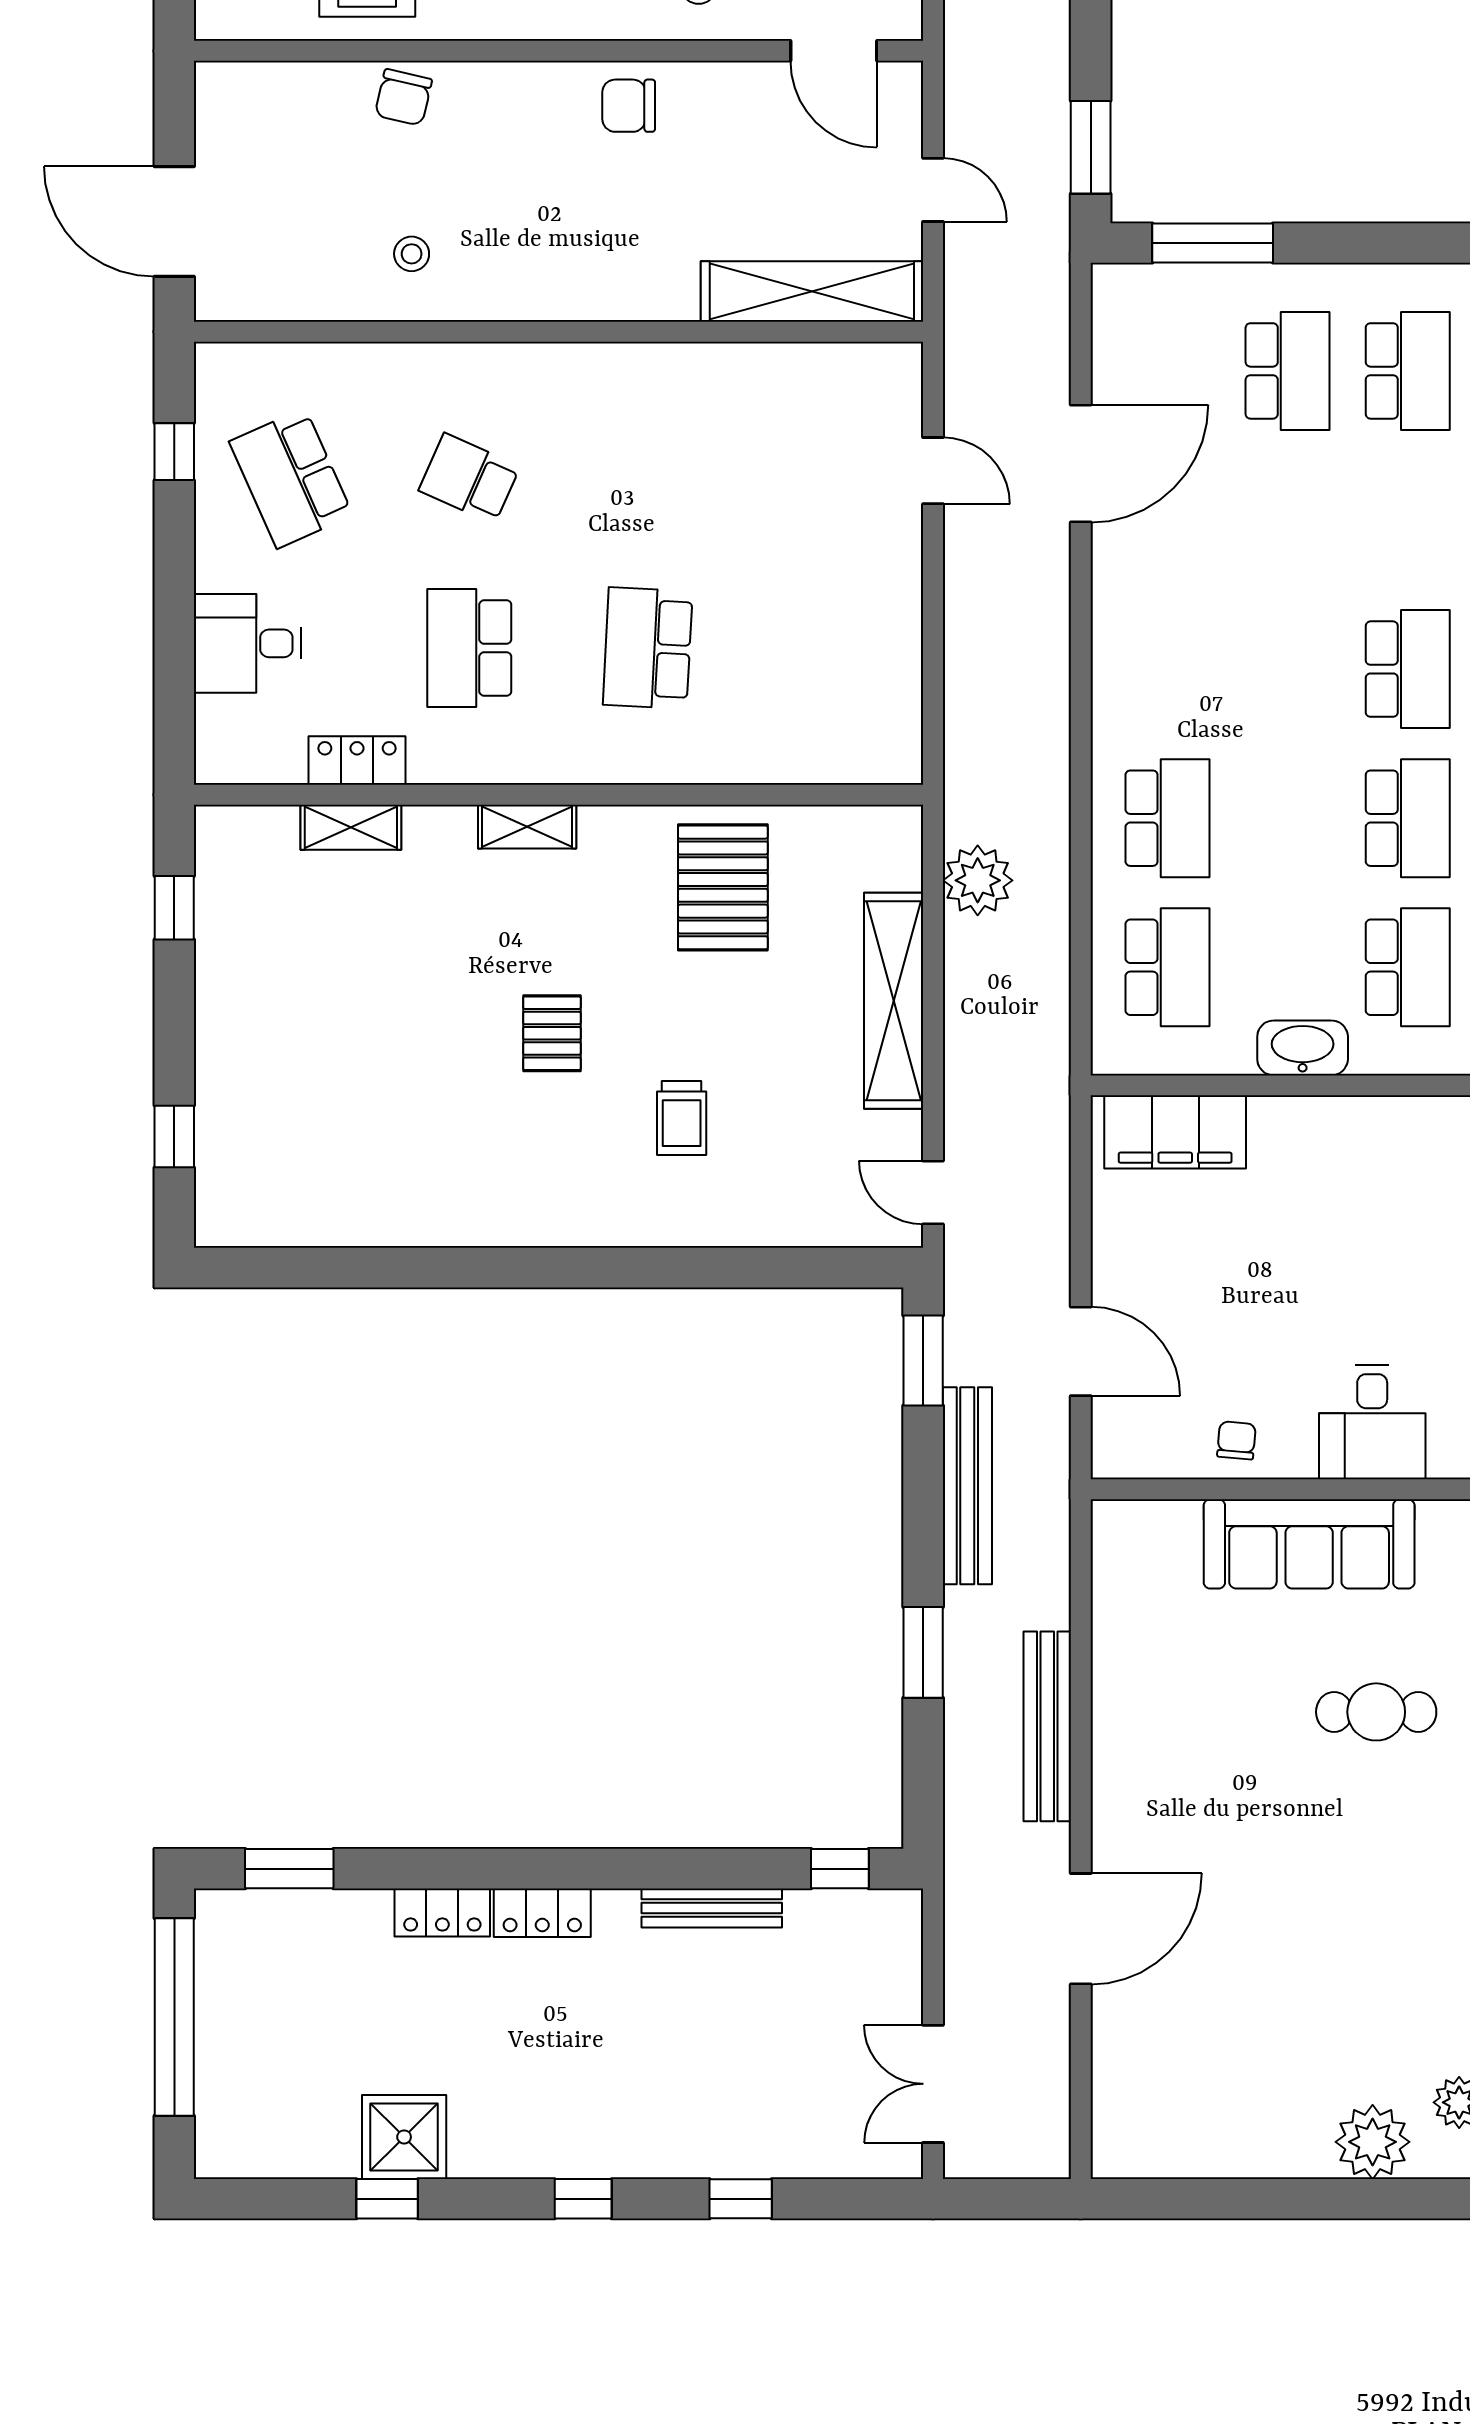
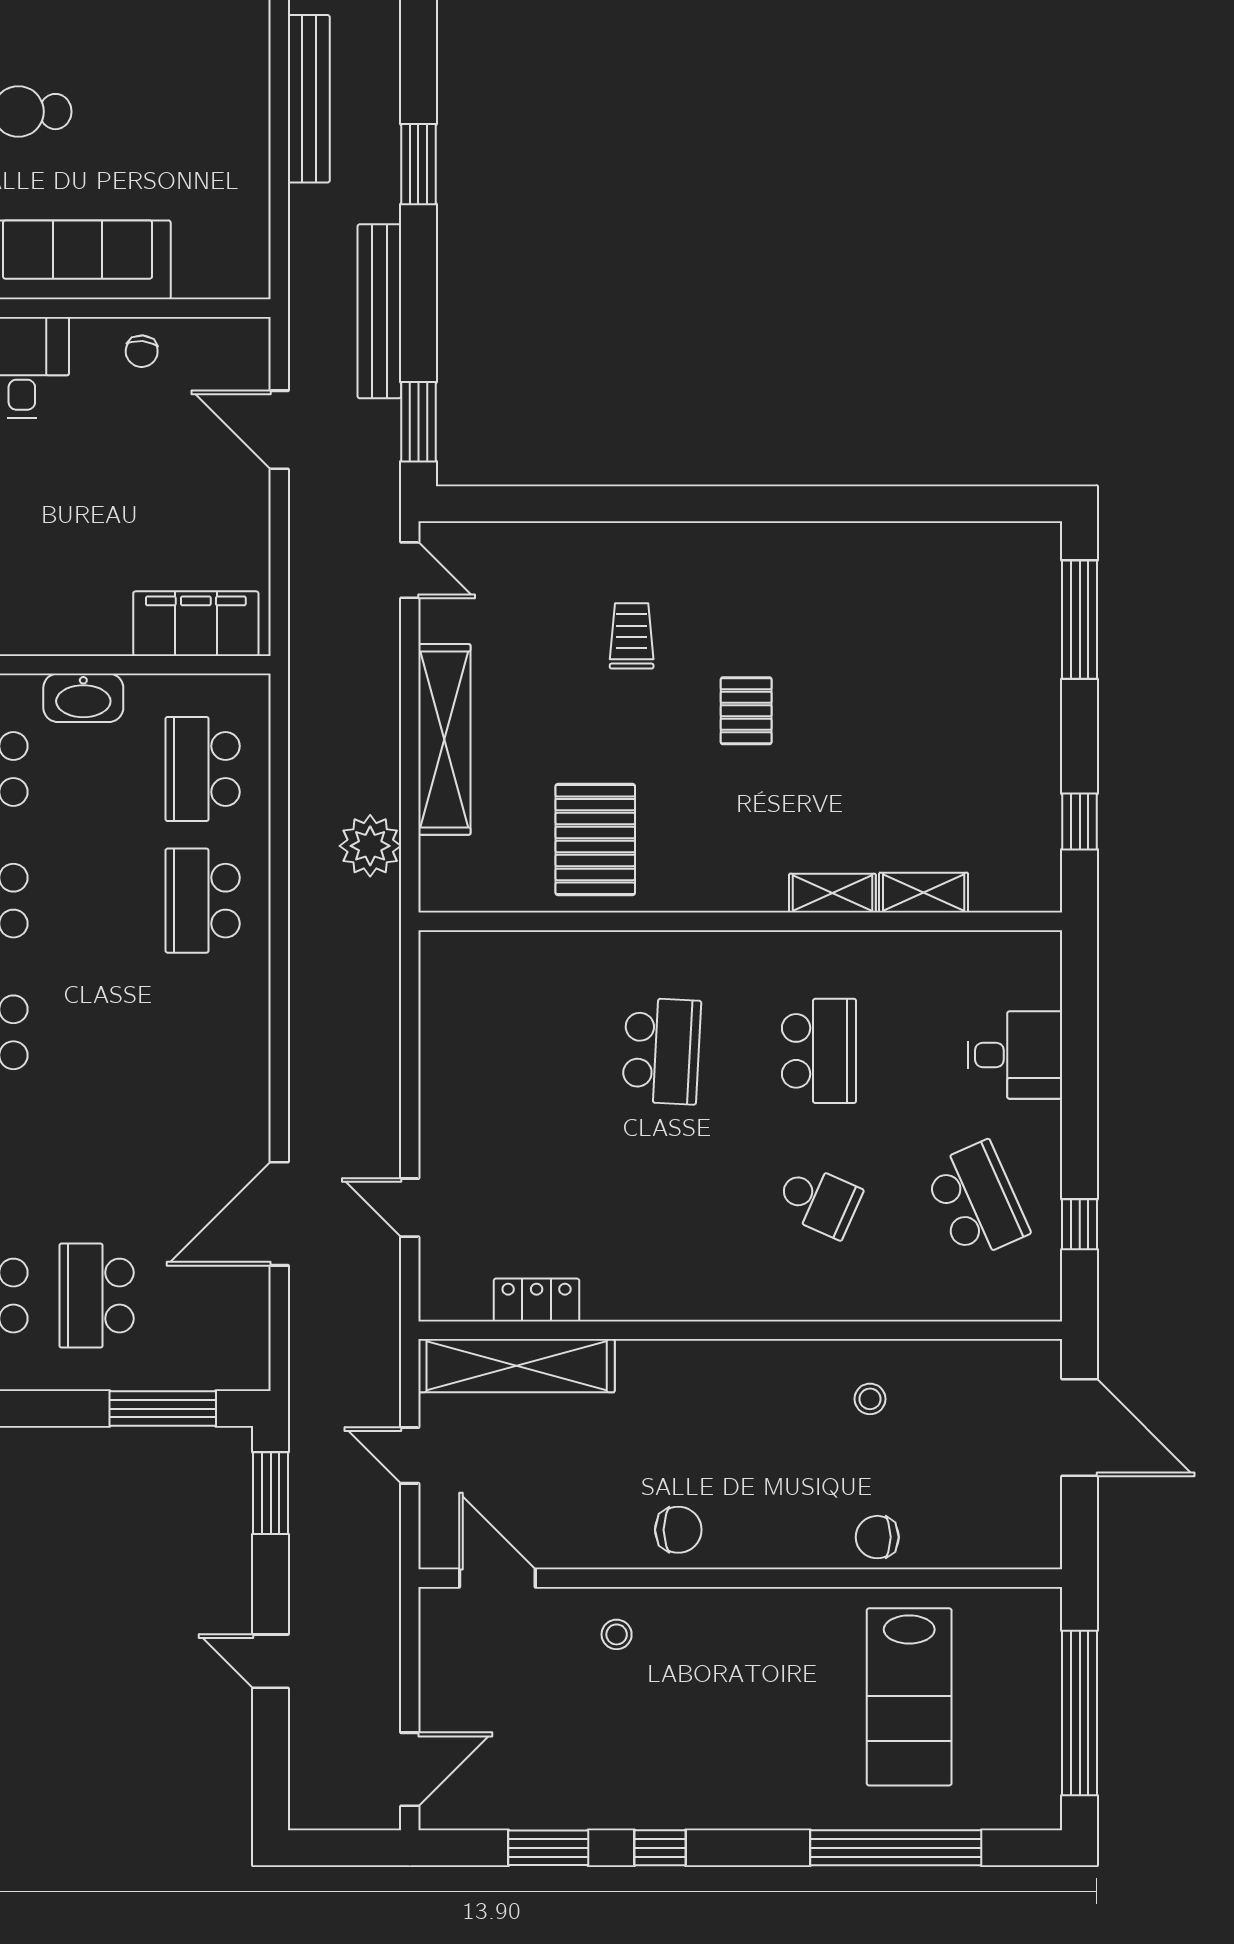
chair: (403, 97) -> (877, 1537), turned -103
locker: (357, 760) -> (537, 1300), moved, turned 180
shelving: (527, 827) -> (832, 893), moved
window: (174, 1136) -> (1080, 620), width x2.17

